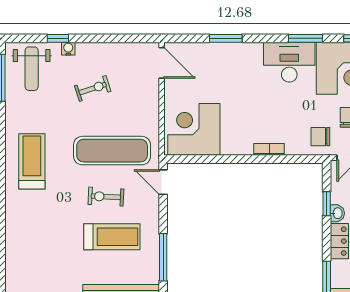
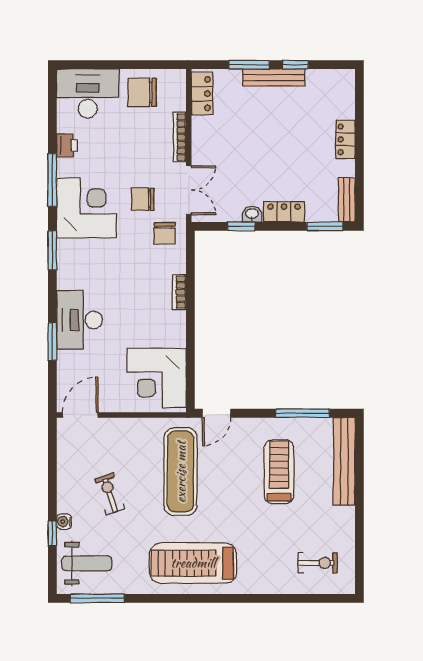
desk: (289, 62) -> (80, 320), moved
treadmill: (32, 161) -> (193, 563), width x1.37, depth x1.38
exercise bike: (106, 197) -> (318, 563), moved, turned -93

